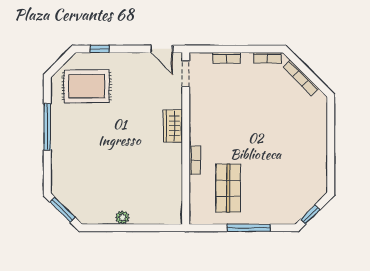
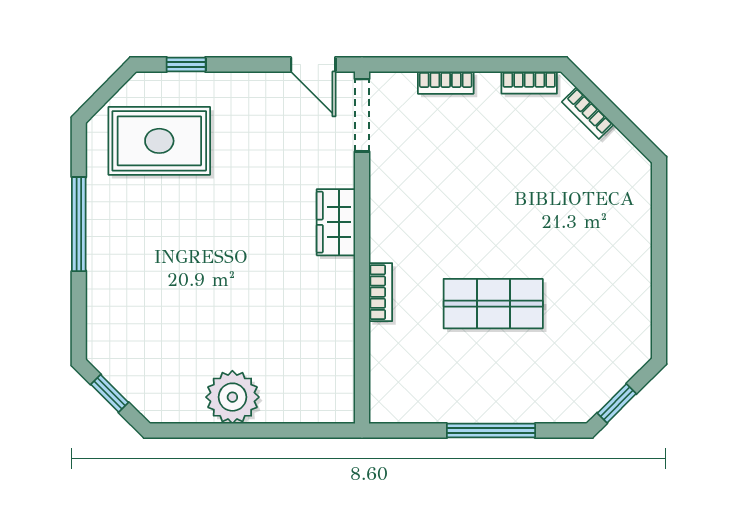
doorway: (186, 74) -> (362, 115), width x1.38
bookcase: (301, 78) -> (588, 113), width x0.64
shop shelf: (228, 188) -> (493, 304), moved, turned 90
window: (62, 210) -> (110, 393), width x0.67
plant: (122, 217) -> (232, 397), width x1.88, depth x1.88

